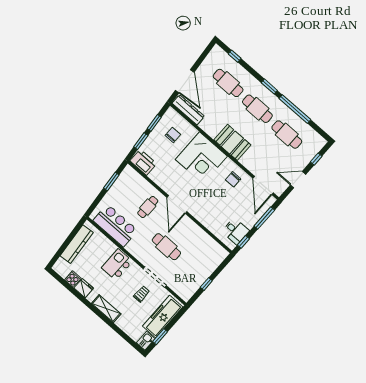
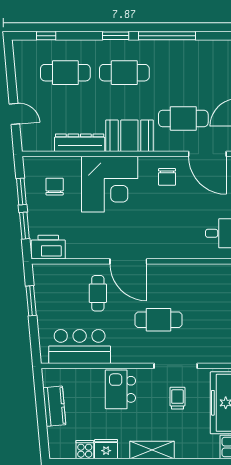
door: (185, 81) -> (14, 114), width x0.53
dresser: (188, 110) -> (80, 143), moved
cafe table: (287, 135) -> (183, 118), moved
kitchen counter: (77, 244) -> (54, 406), width x0.67

